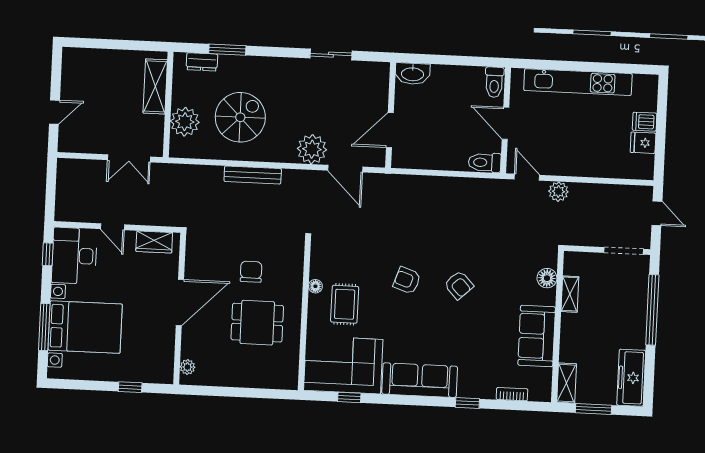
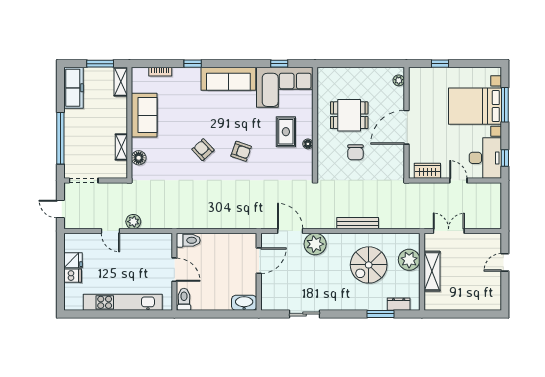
shelving: (155, 86) -> (432, 271), moved
door: (527, 177) -> (110, 231), moved

